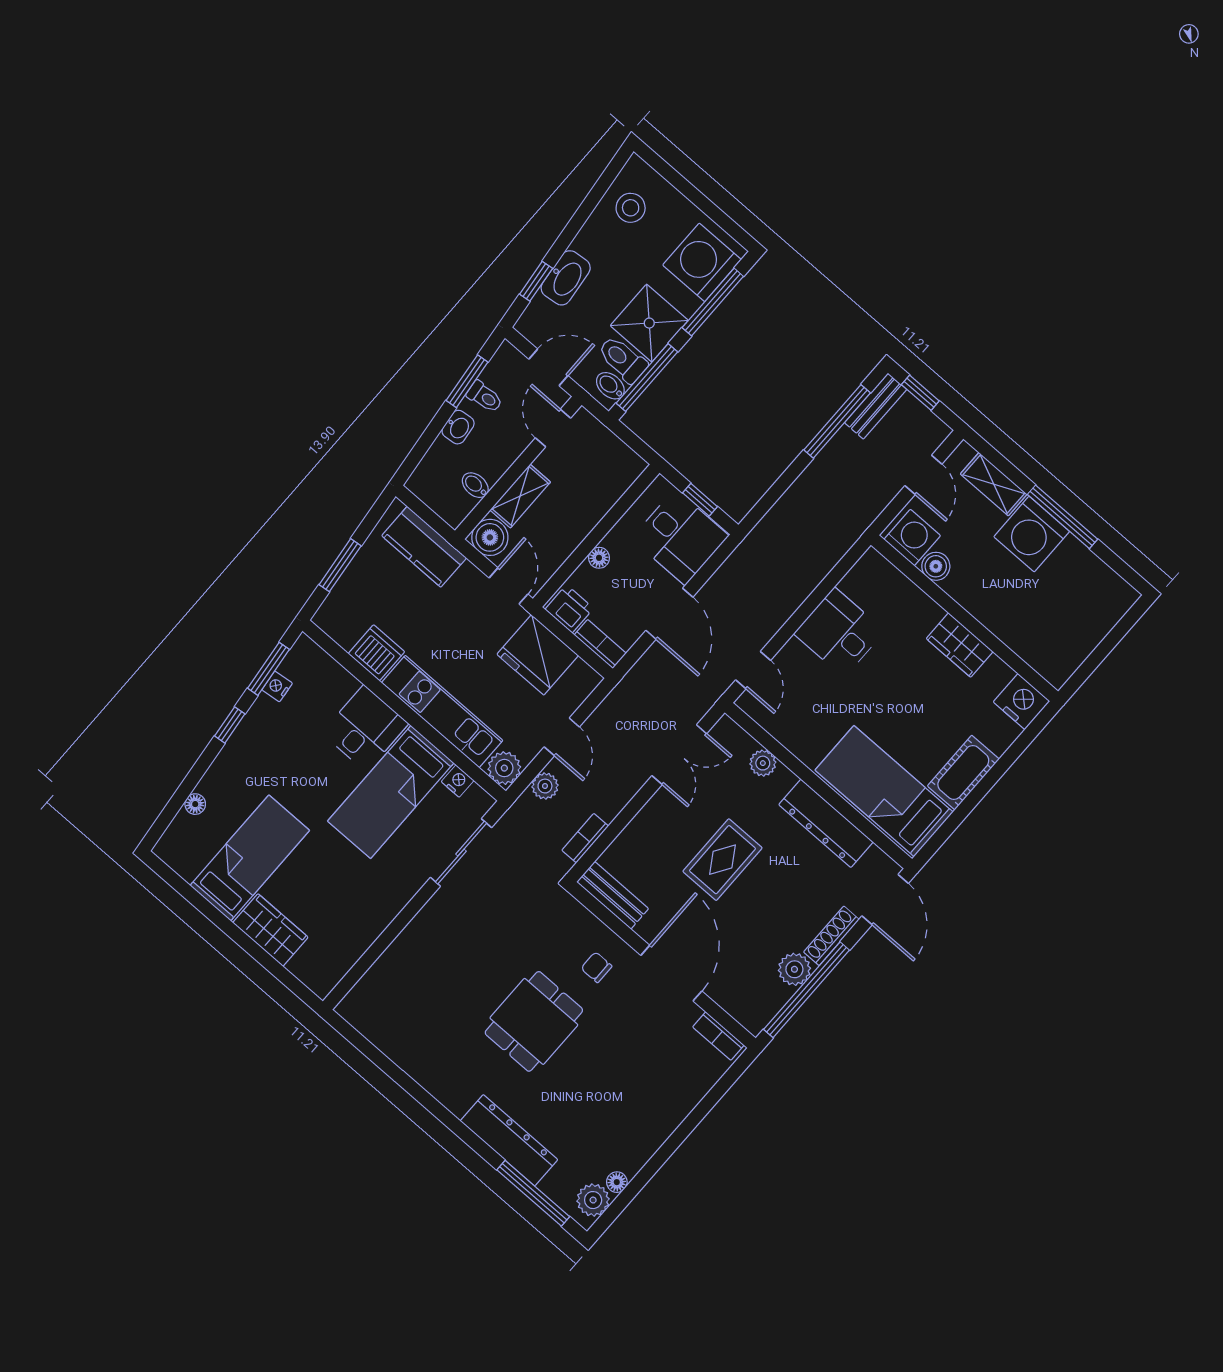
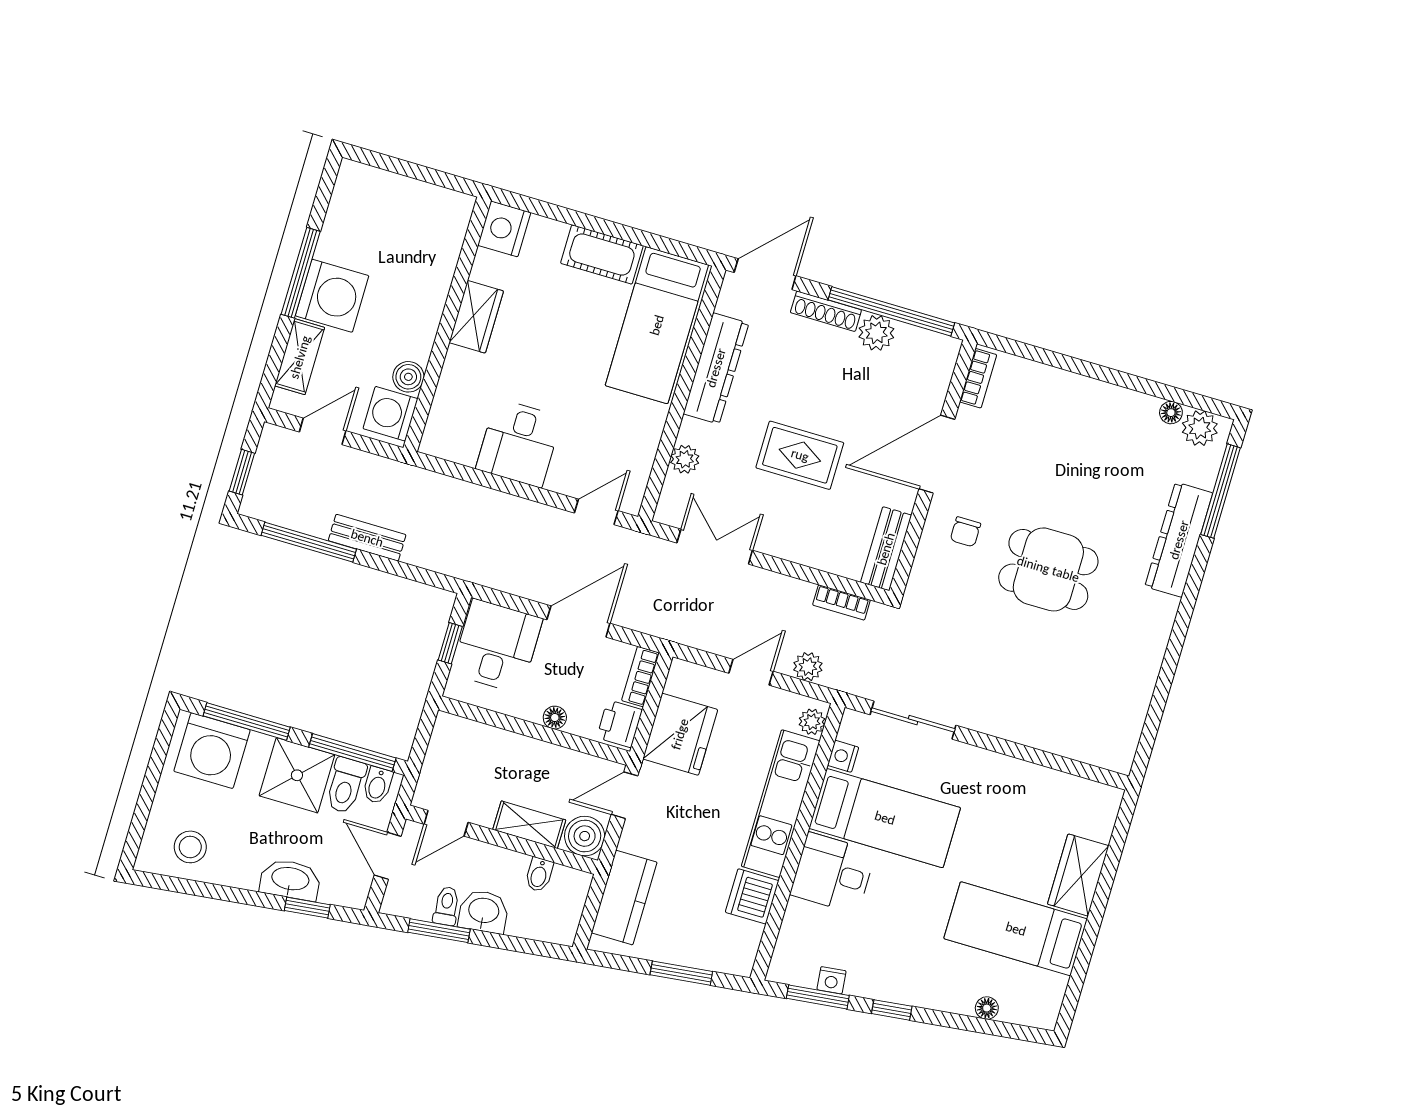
bench: (876, 406) -> (367, 538), moved
washbasin: (458, 427) -> (484, 911), width x1.38, depth x1.45
plant: (504, 768) -> (812, 722), width x0.73, depth x0.73

